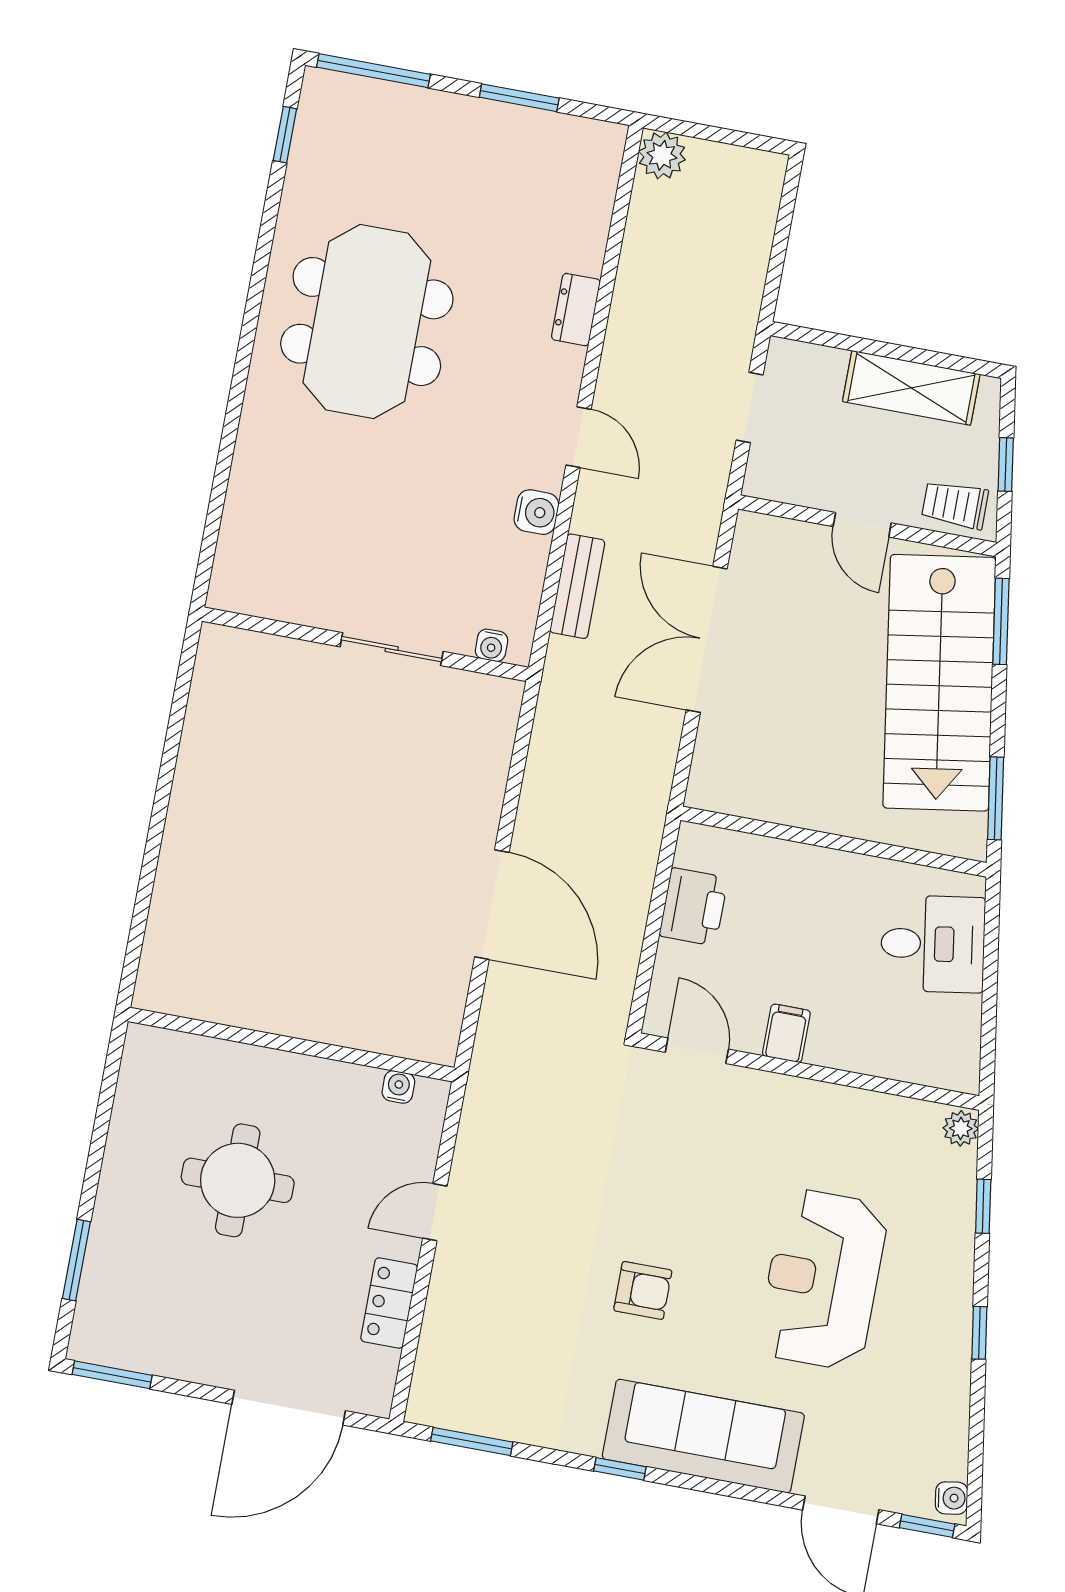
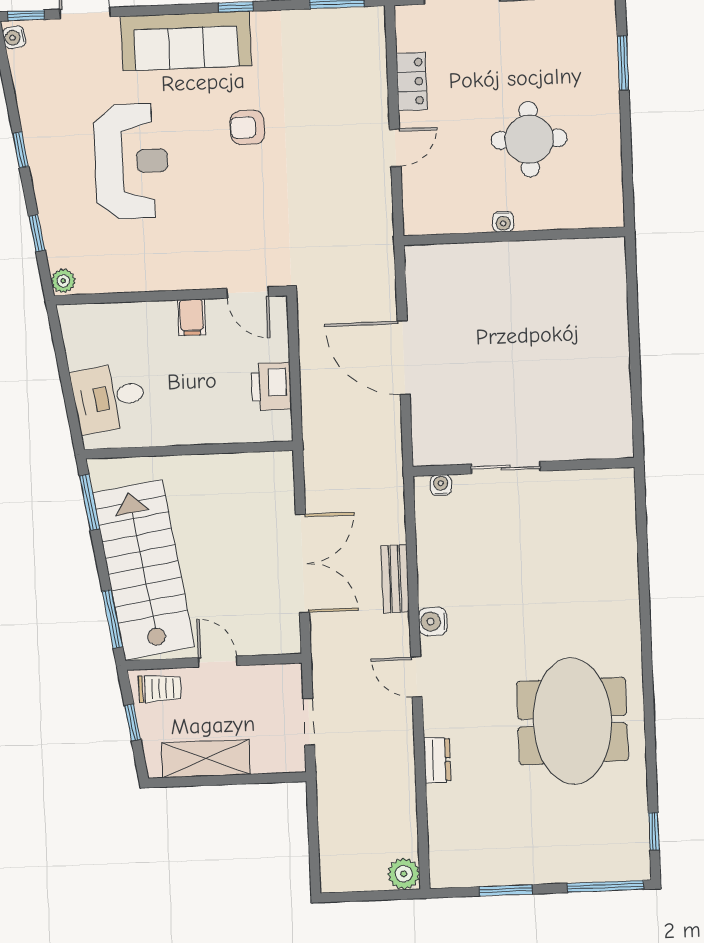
wall: (365, 644) -> (524, 467), moved
water cooler: (492, 645) -> (441, 485), moved
sliding door: (392, 649) -> (506, 468), moved
water cooler: (398, 1087) -> (503, 222), moved

